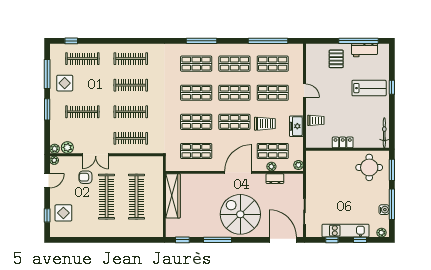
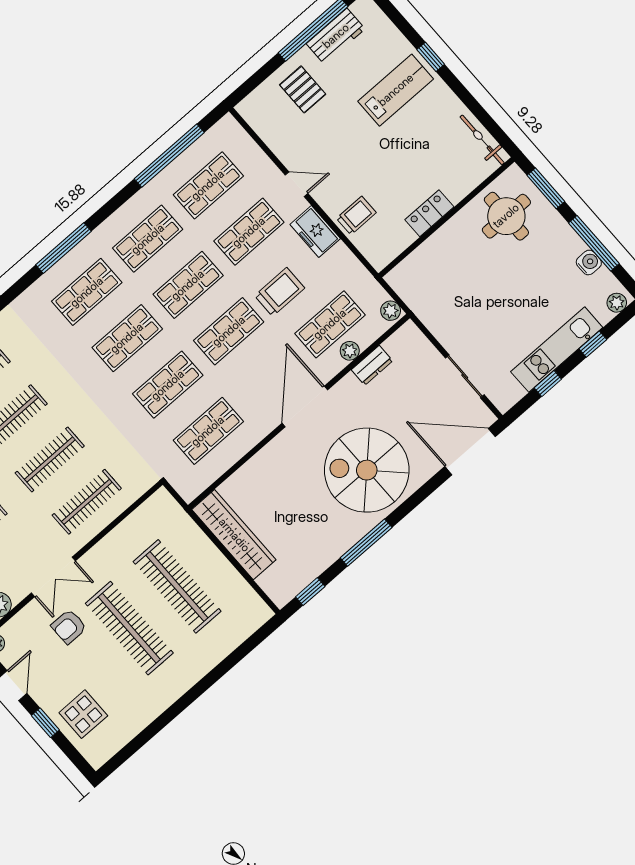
freezer: (296, 126) -> (315, 232), moved
window: (47, 215) -> (45, 723), moved

